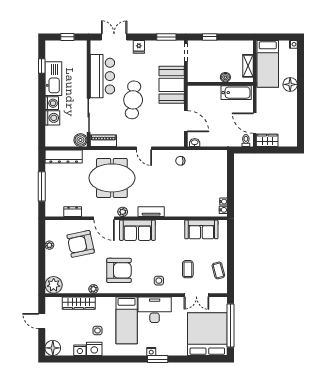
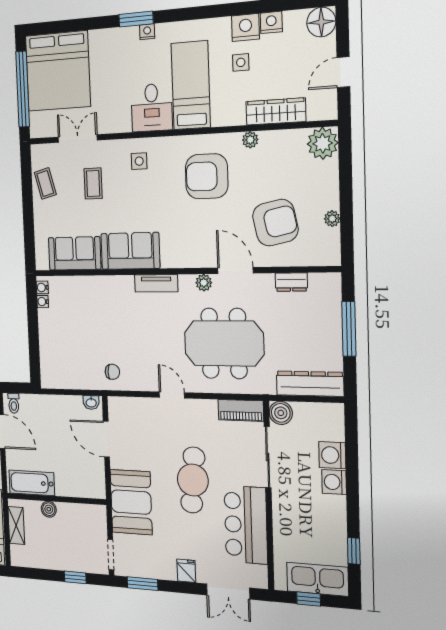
kitchen sink: (53, 79) -> (317, 579), moved, turned 90
sofa: (137, 230) -> (130, 251), moved
desk: (155, 310) -> (152, 108), width x0.73
door: (42, 321) -> (343, 72), swing flipped

